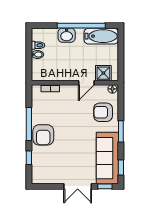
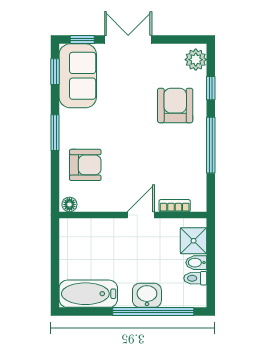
window: (81, 26) -> (153, 312), moved
shower: (103, 73) -> (194, 241), moved
door: (86, 83) -> (141, 215), moved
armchair: (43, 135) -> (175, 105), moved
sofa: (107, 158) -> (78, 76), width x0.73
plant: (38, 175) -> (196, 60), added

